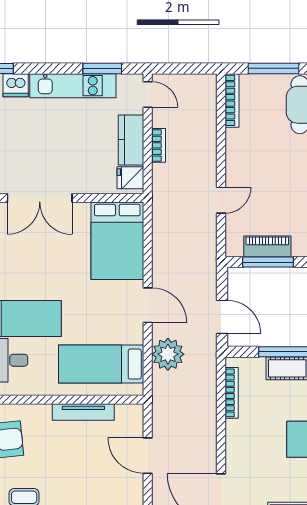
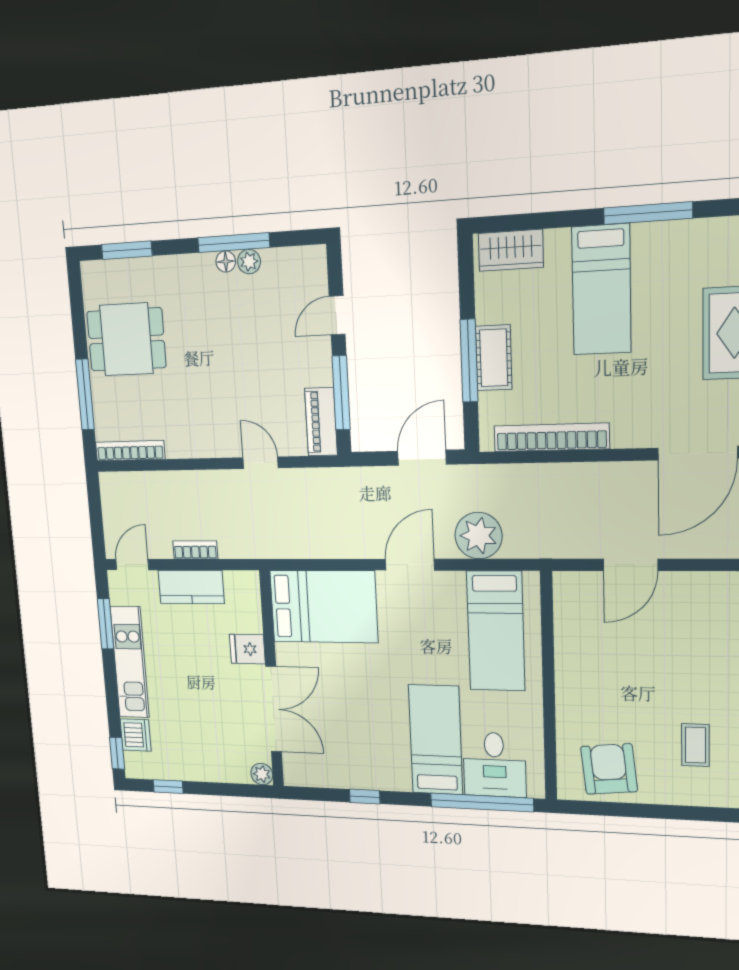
fridge: (130, 178) -> (247, 649), moved, turned 90
piano: (267, 246) -> (321, 422), moved
bookcase: (232, 393) -> (551, 437), width x1.48, depth x1.31
tv unit: (83, 412) -> (566, 657), removed

